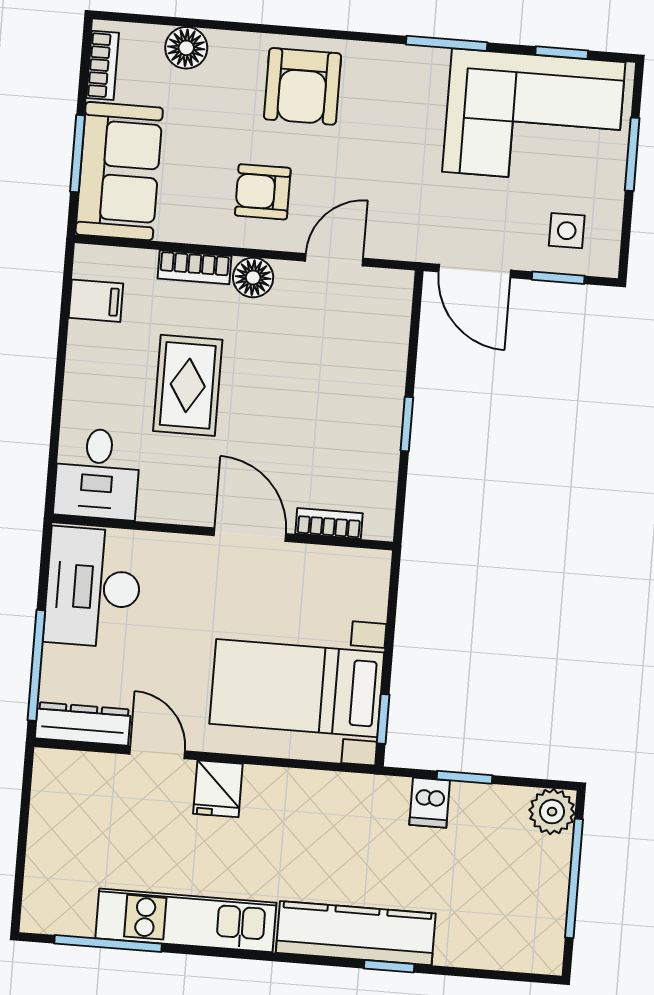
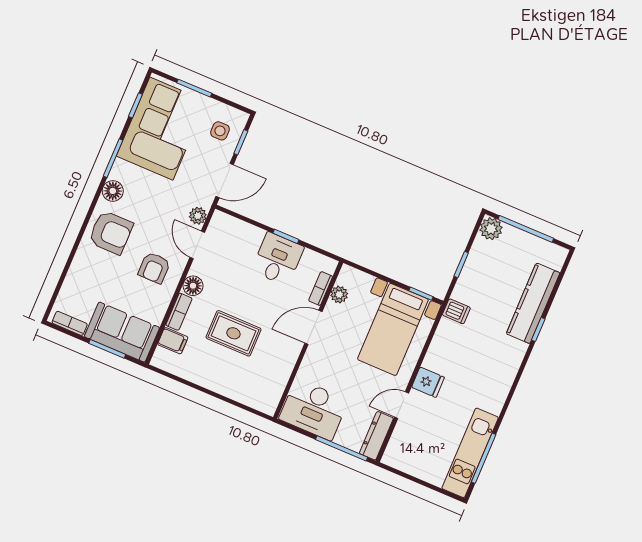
floor lamp: (186, 48) -> (113, 191), moved
plant: (390, 242) -> (198, 216), added
filing cabinet: (96, 301) -> (173, 341), moved, turned 90
desk: (97, 474) -> (278, 259), moved, turned -90
plant: (329, 563) -> (339, 295), added
dishwasher: (430, 803) -> (456, 311), moved
kitchen unit: (186, 920) -> (470, 453), moved
kitchen counter: (356, 933) -> (533, 303), moved

